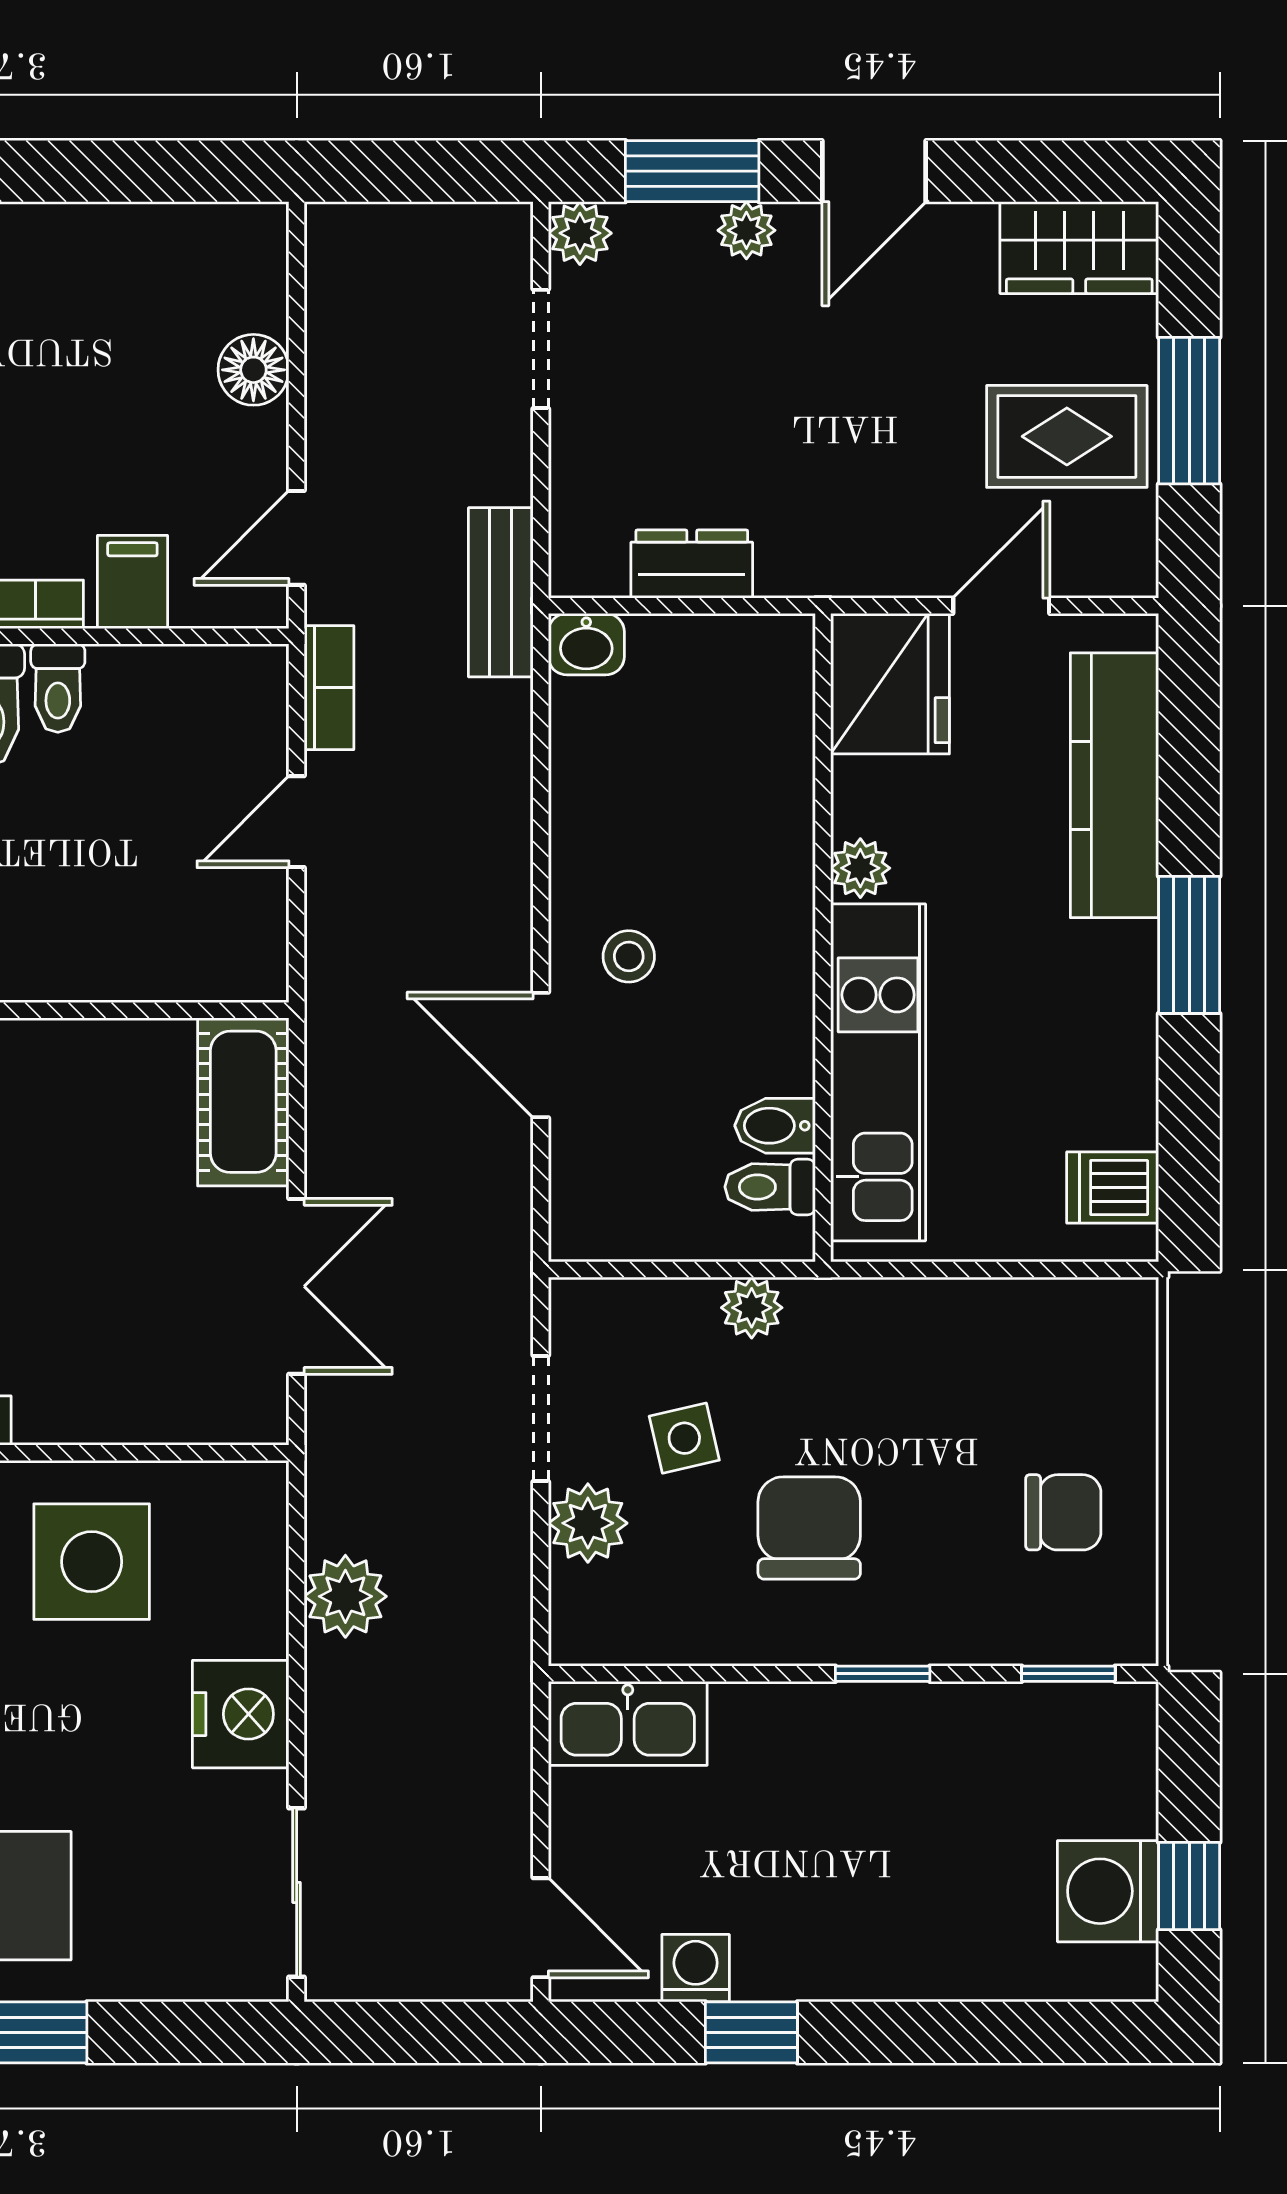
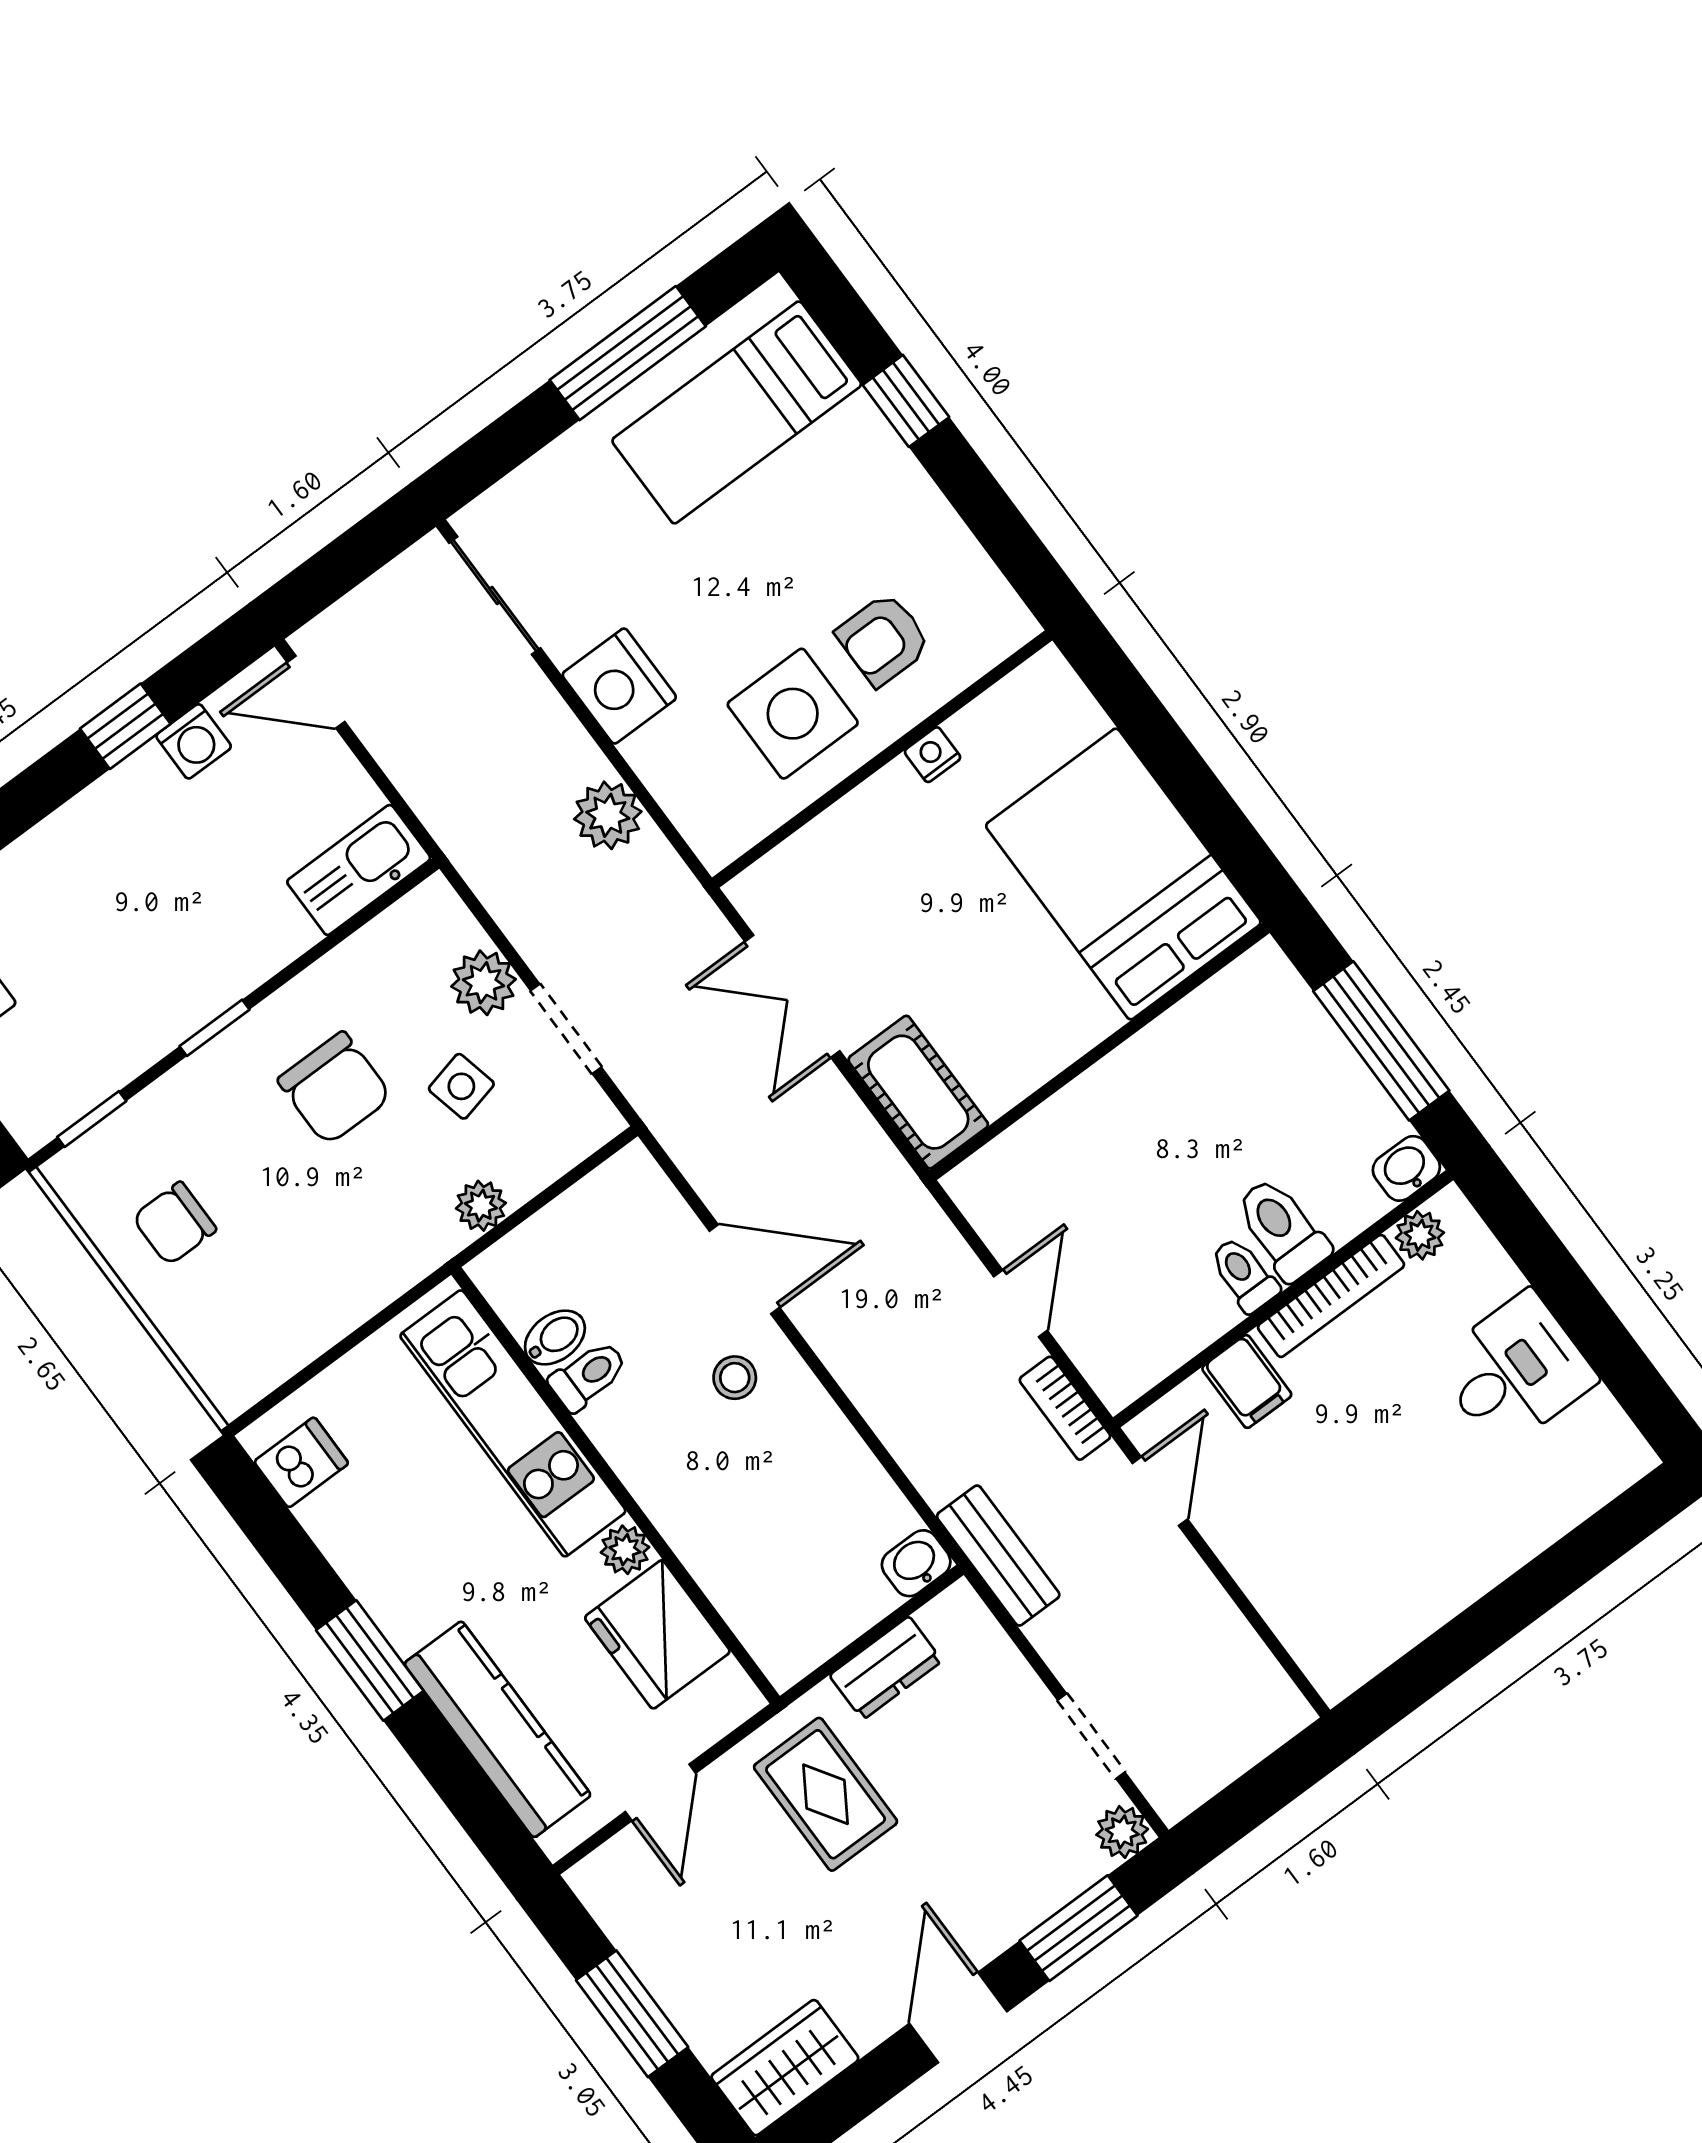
plant: (746, 230) -> (1014, 1916), removed
floor lamp: (253, 370) -> (1271, 1581), removed
rug: (1067, 436) -> (826, 1794), moved, turned 90
fridge: (890, 684) -> (657, 1634), moved
toilet: (770, 1187) -> (588, 1376), moved

